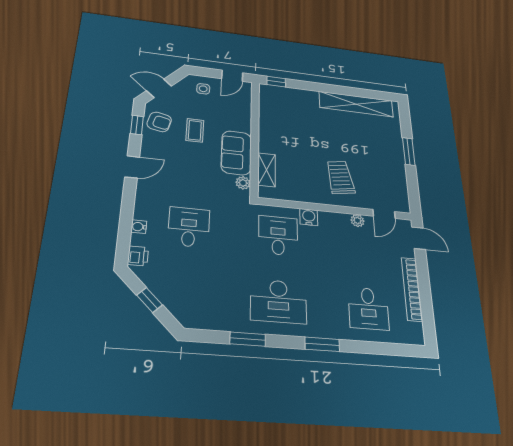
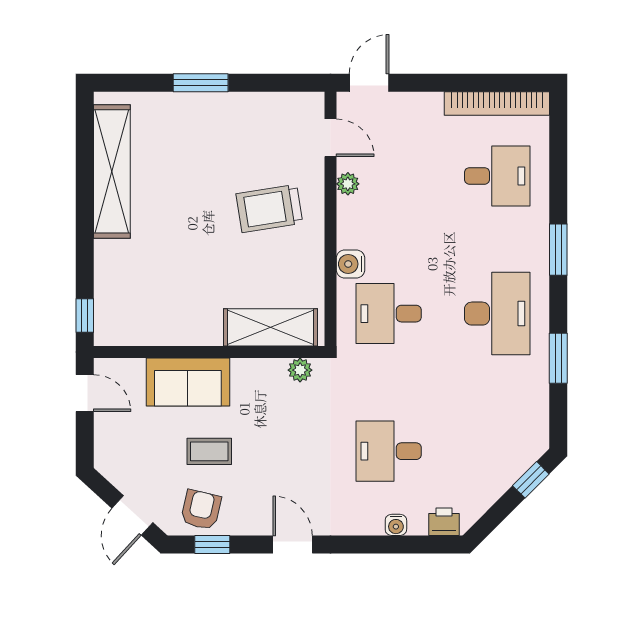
side table: (203, 89) -> (121, 442), removed
sofa: (236, 153) -> (188, 382), moved
shelving: (267, 170) -> (270, 327), width x1.50, depth x1.33
bookcase: (412, 289) -> (497, 104), moved
window: (150, 300) -> (531, 480), moved

